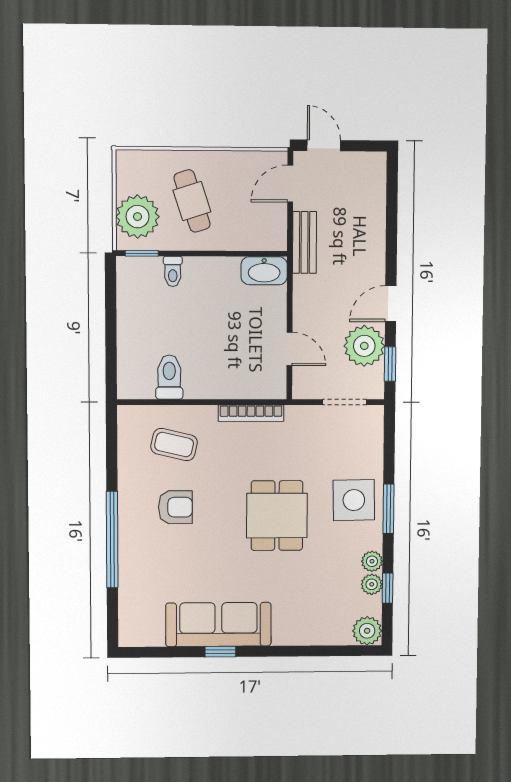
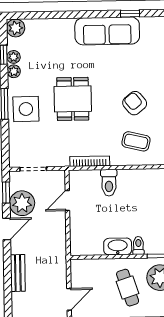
bench: (304, 242) -> (18, 273), moved
washbasin: (264, 271) -> (118, 247), moved
door: (289, 349) -> (67, 201), hinge flipped
toilet: (169, 377) -> (109, 183), moved
armchair: (175, 507) -> (135, 103), turned 51
window: (220, 652) -> (130, 14), moved

